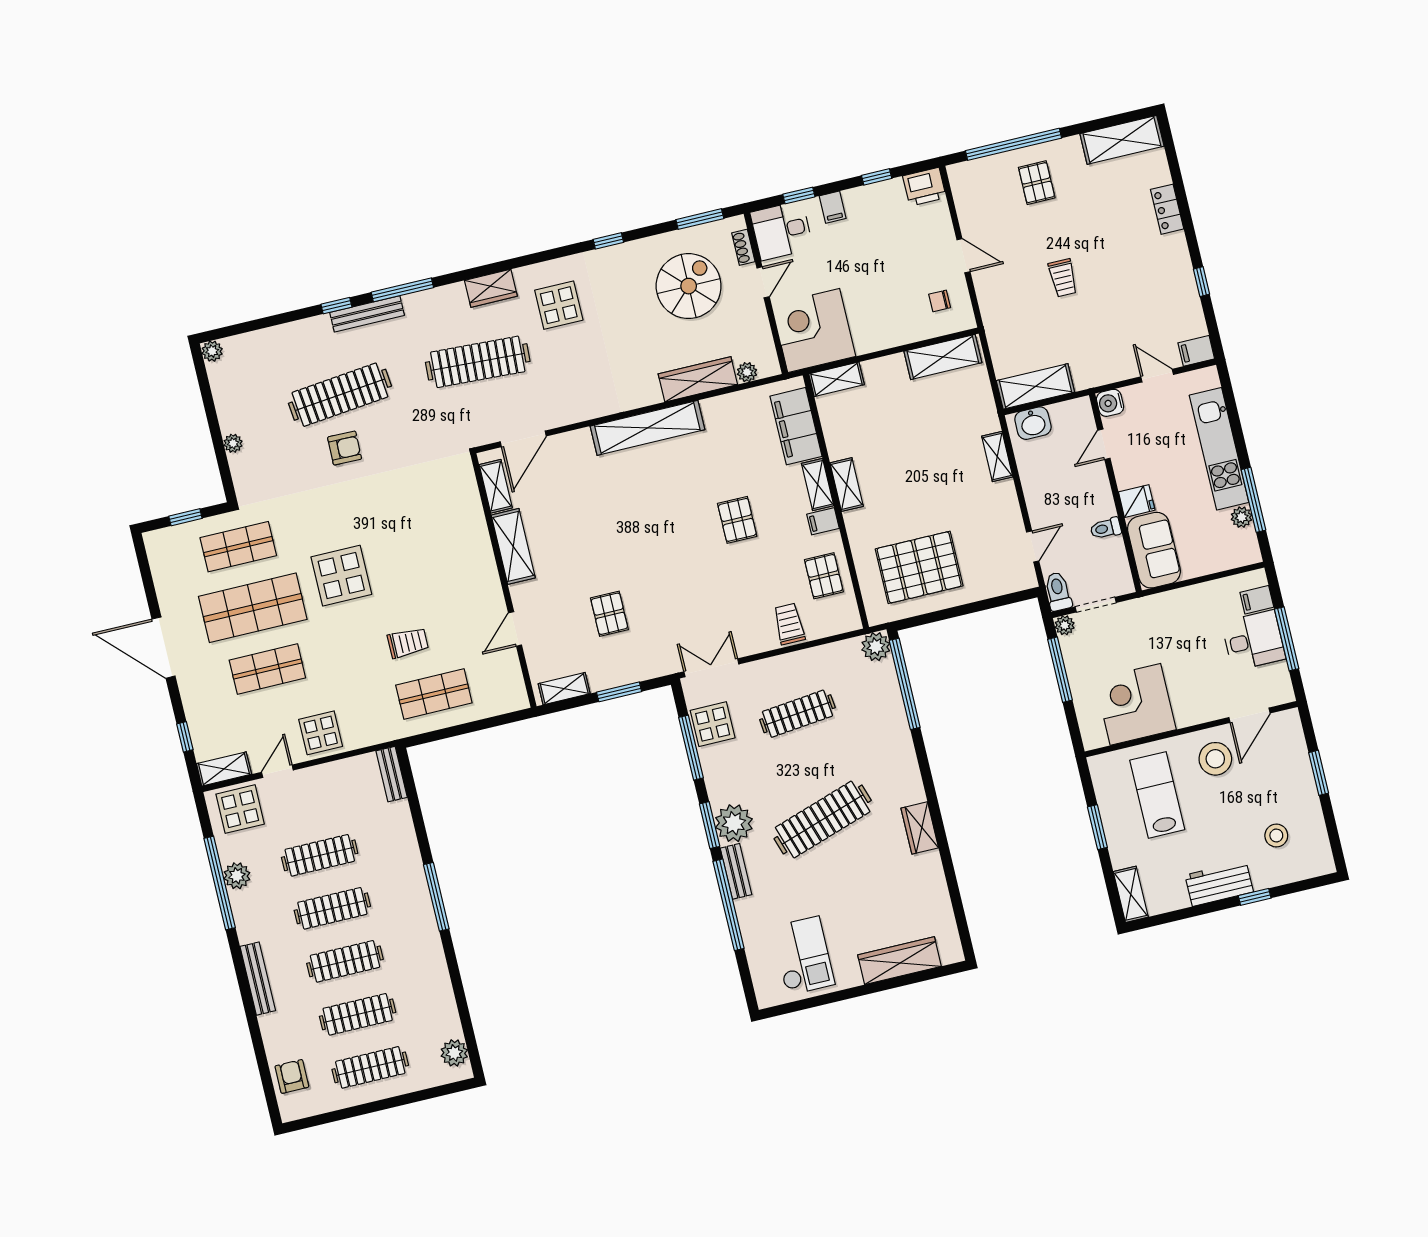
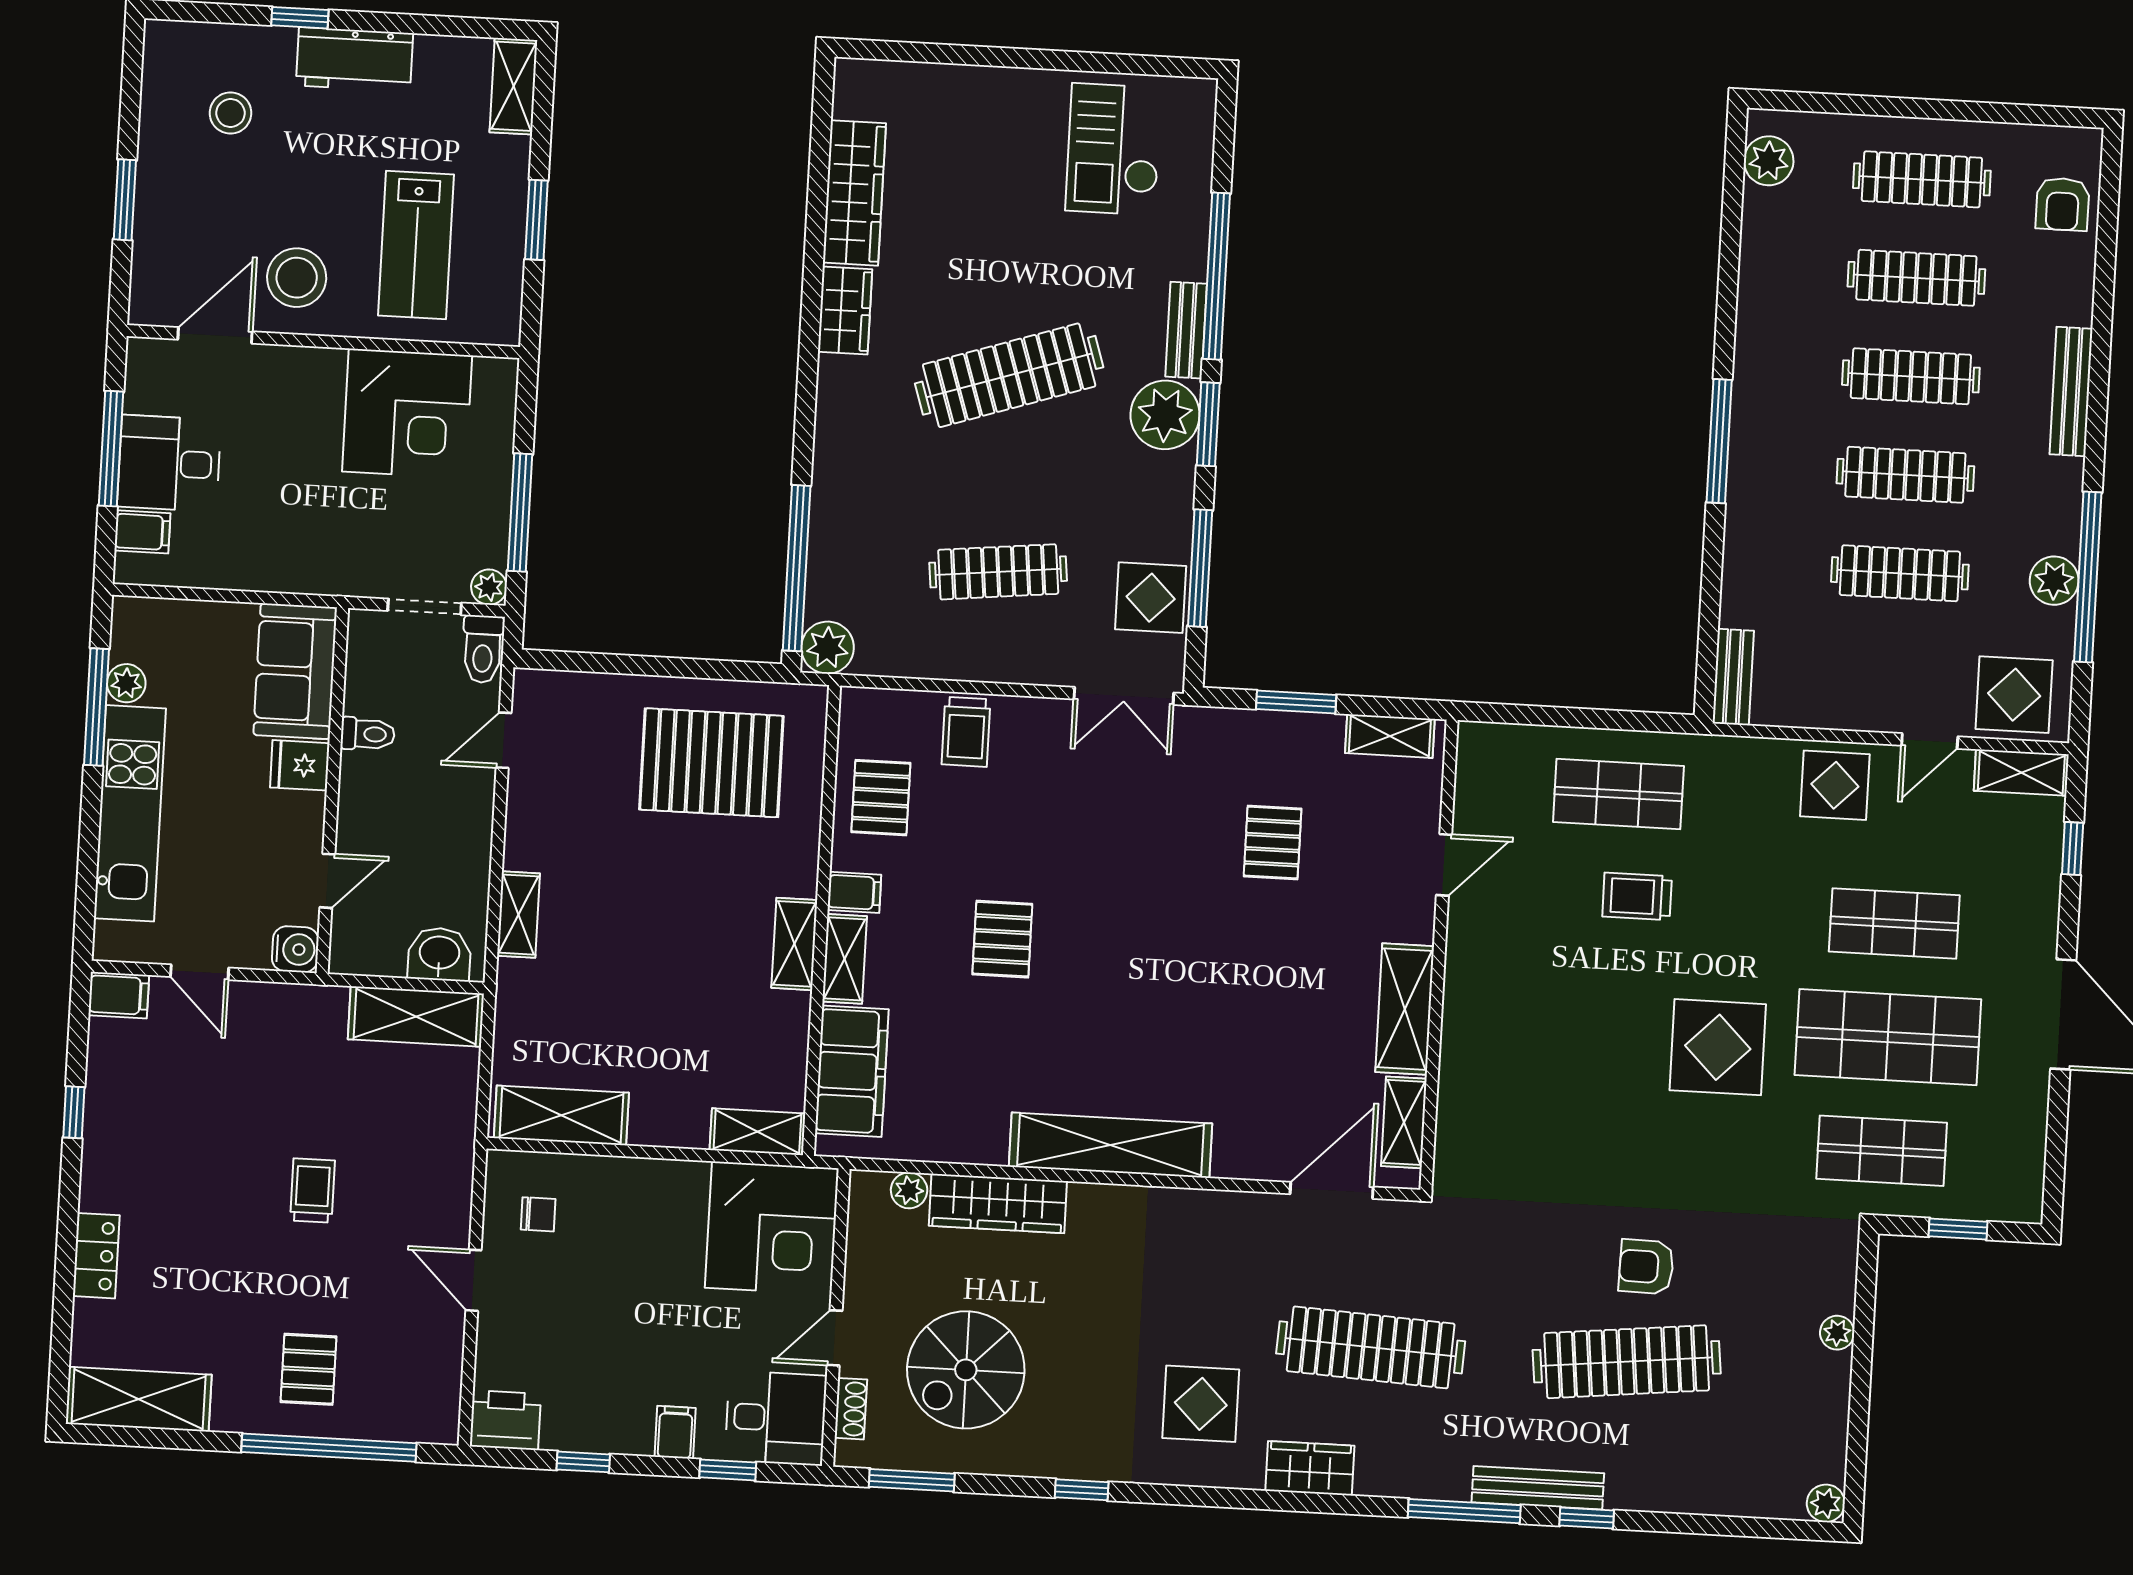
wardrobe: (900, 961) -> (854, 193), moved, turned -90

